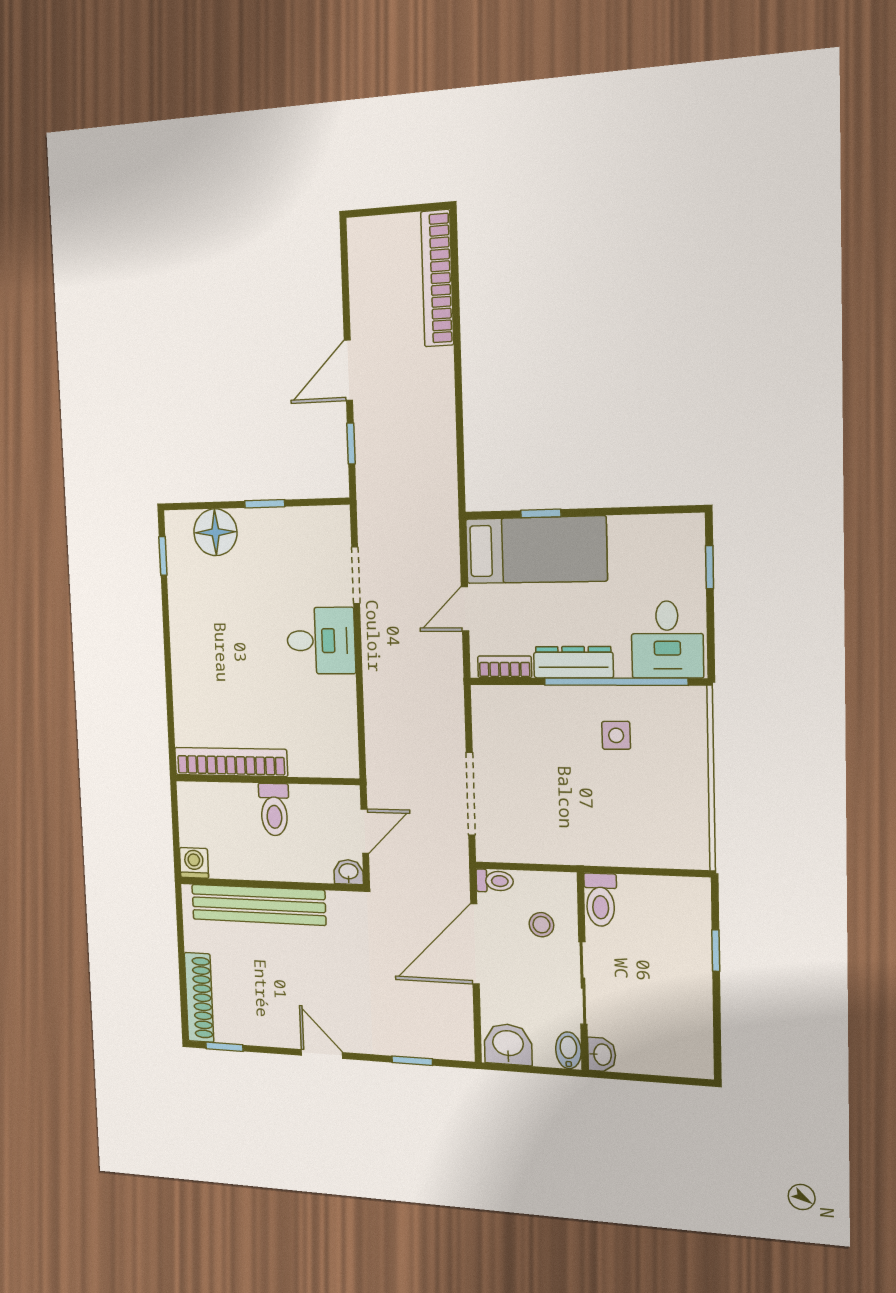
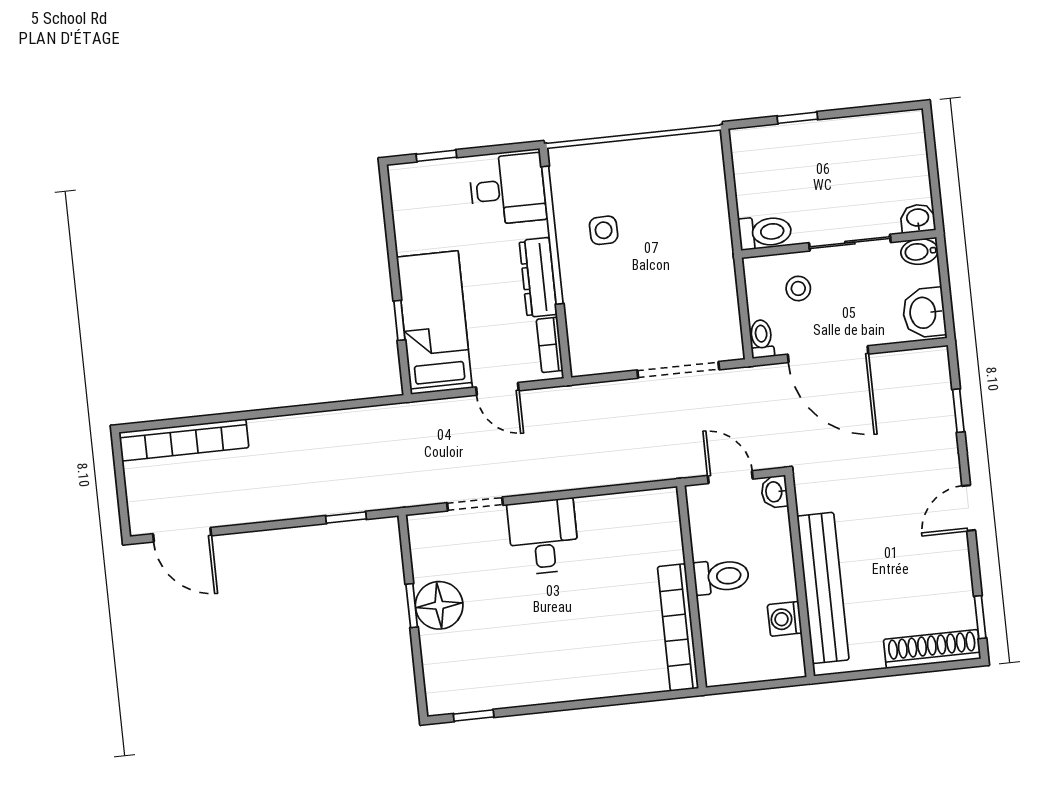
door: (348, 370) -> (182, 535), moved
floor lamp: (215, 532) -> (439, 605), moved
washing machine: (194, 863) -> (785, 619), moved

